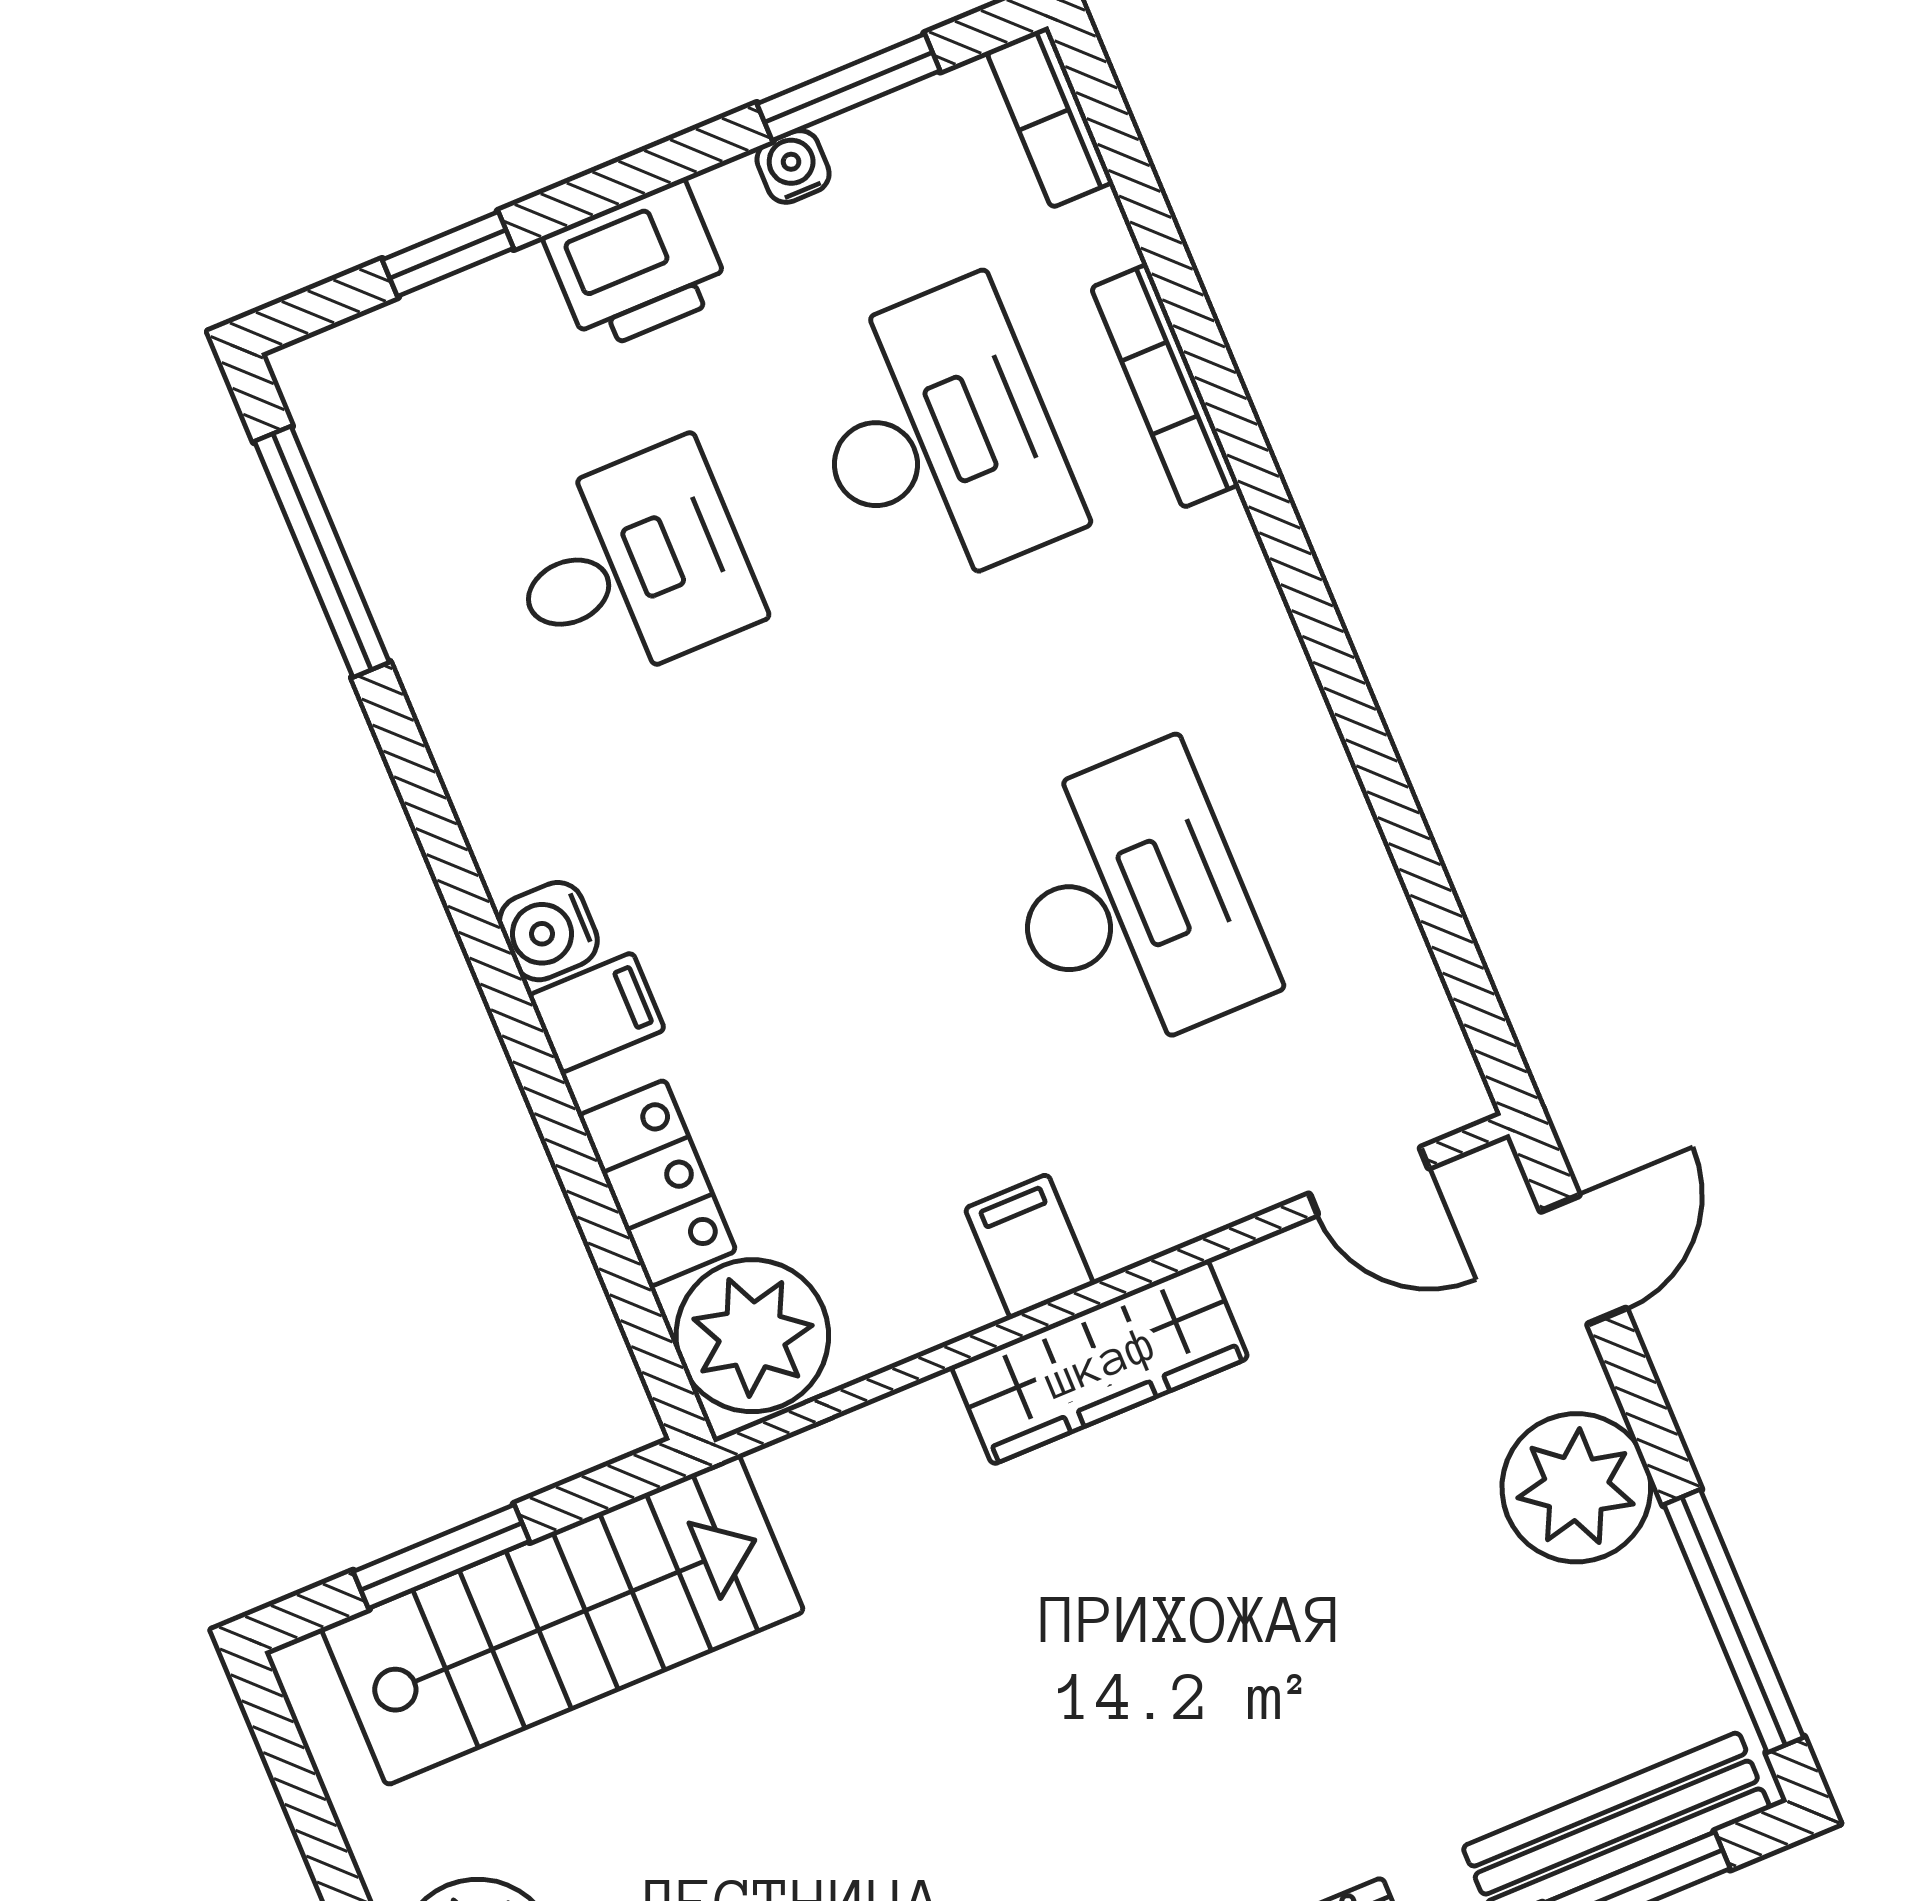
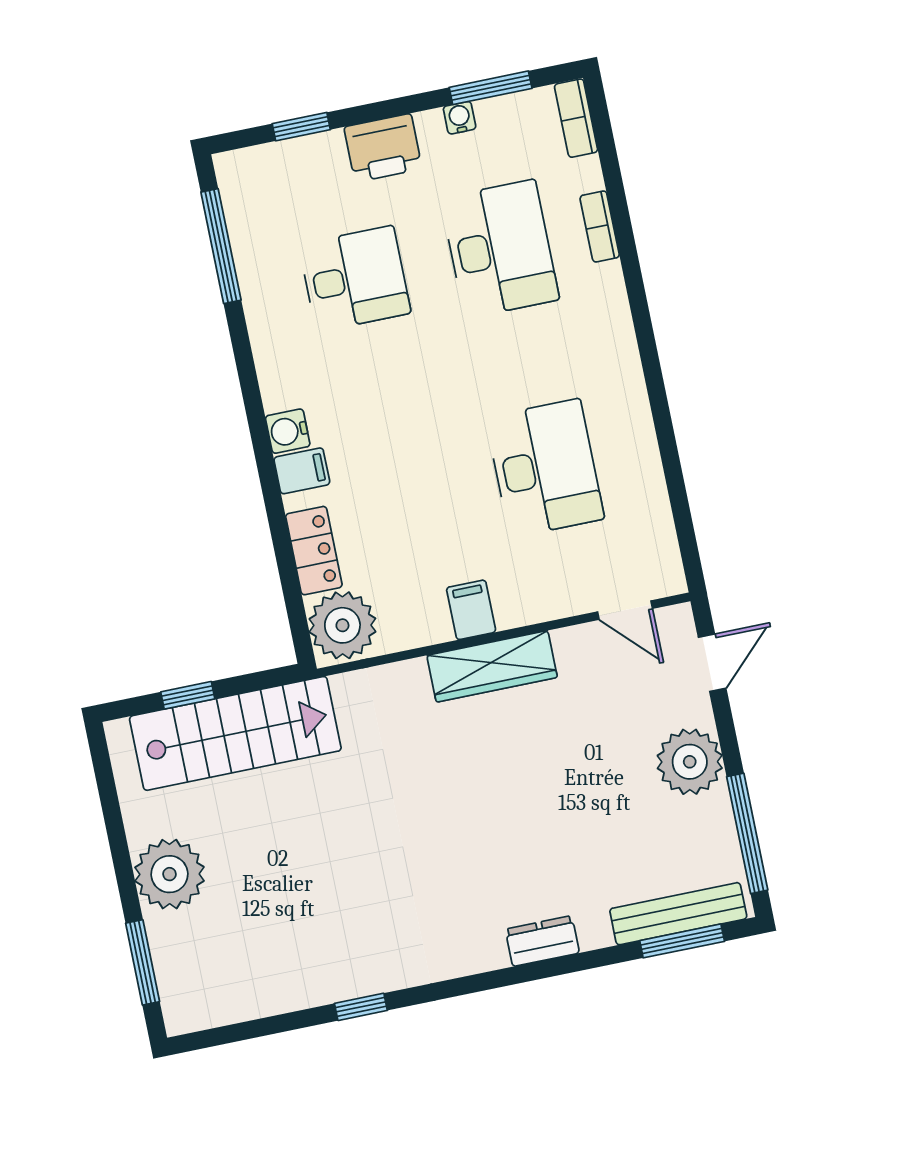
bookcase: (1165, 386) -> (600, 227), width x0.64
window: (441, 1556) -> (188, 695), width x0.67

